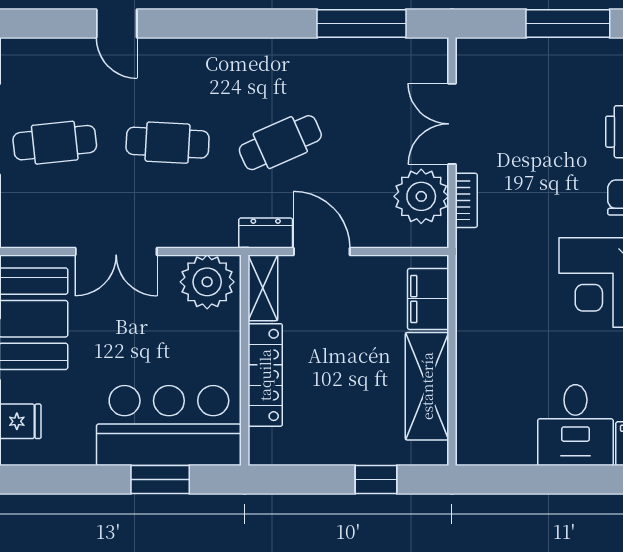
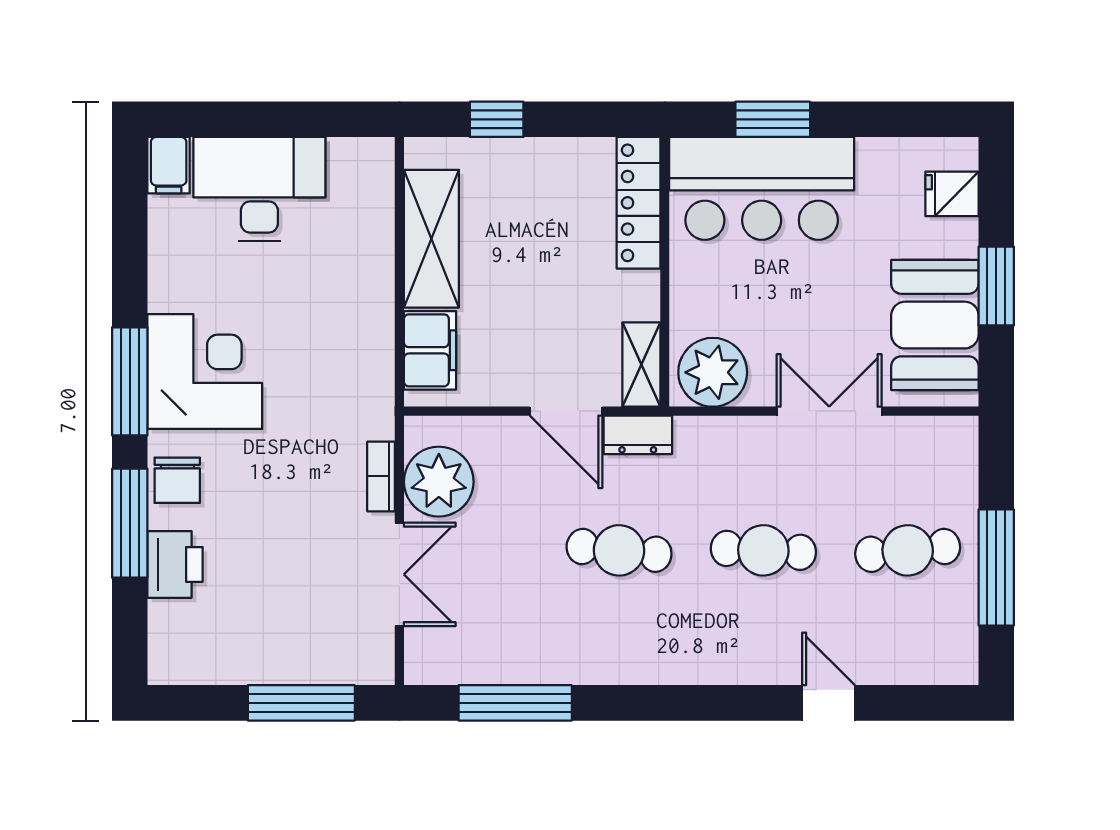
window: (568, 23) -> (301, 703), moved
cafe table: (280, 143) -> (619, 550), turned 30
locker: (265, 375) -> (638, 203), moved
desk: (575, 425) -> (259, 189), width x1.37

